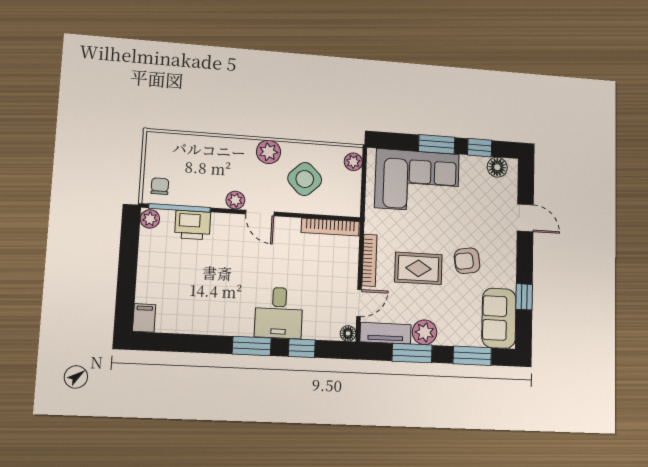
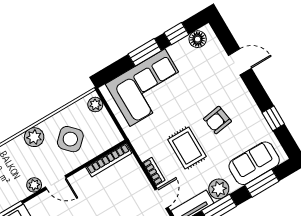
bookcase: (369, 260) -> (154, 171), width x0.64
rug: (418, 268) -> (187, 148), turned 90
sofa: (499, 318) -> (254, 163), moved, turned 90

